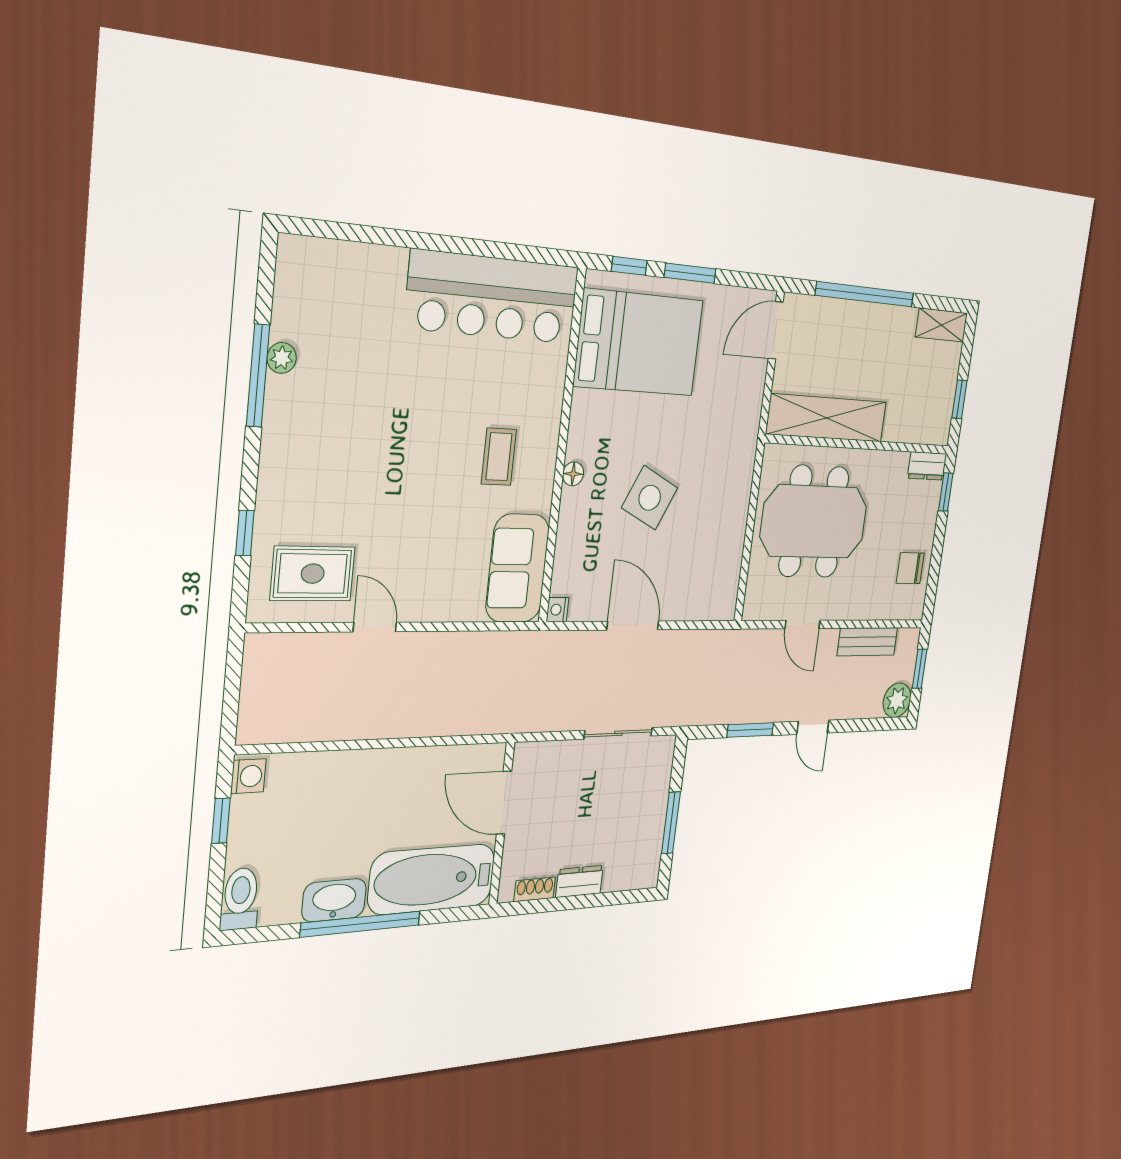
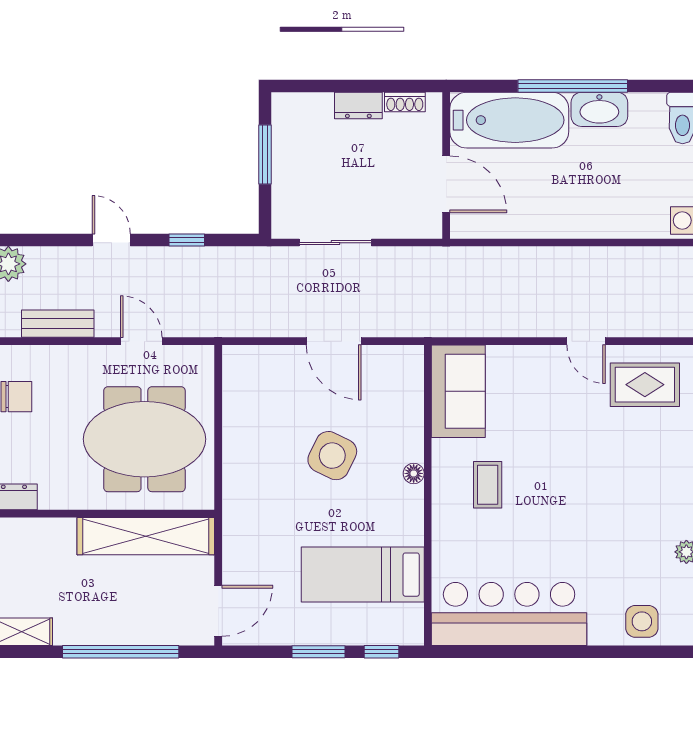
side table: (343, 272) -> (642, 621), added
bed: (639, 343) -> (363, 575), width x0.67
nightstand: (558, 610) -> (414, 356), removed
window: (750, 730) -> (187, 240), width x0.67

